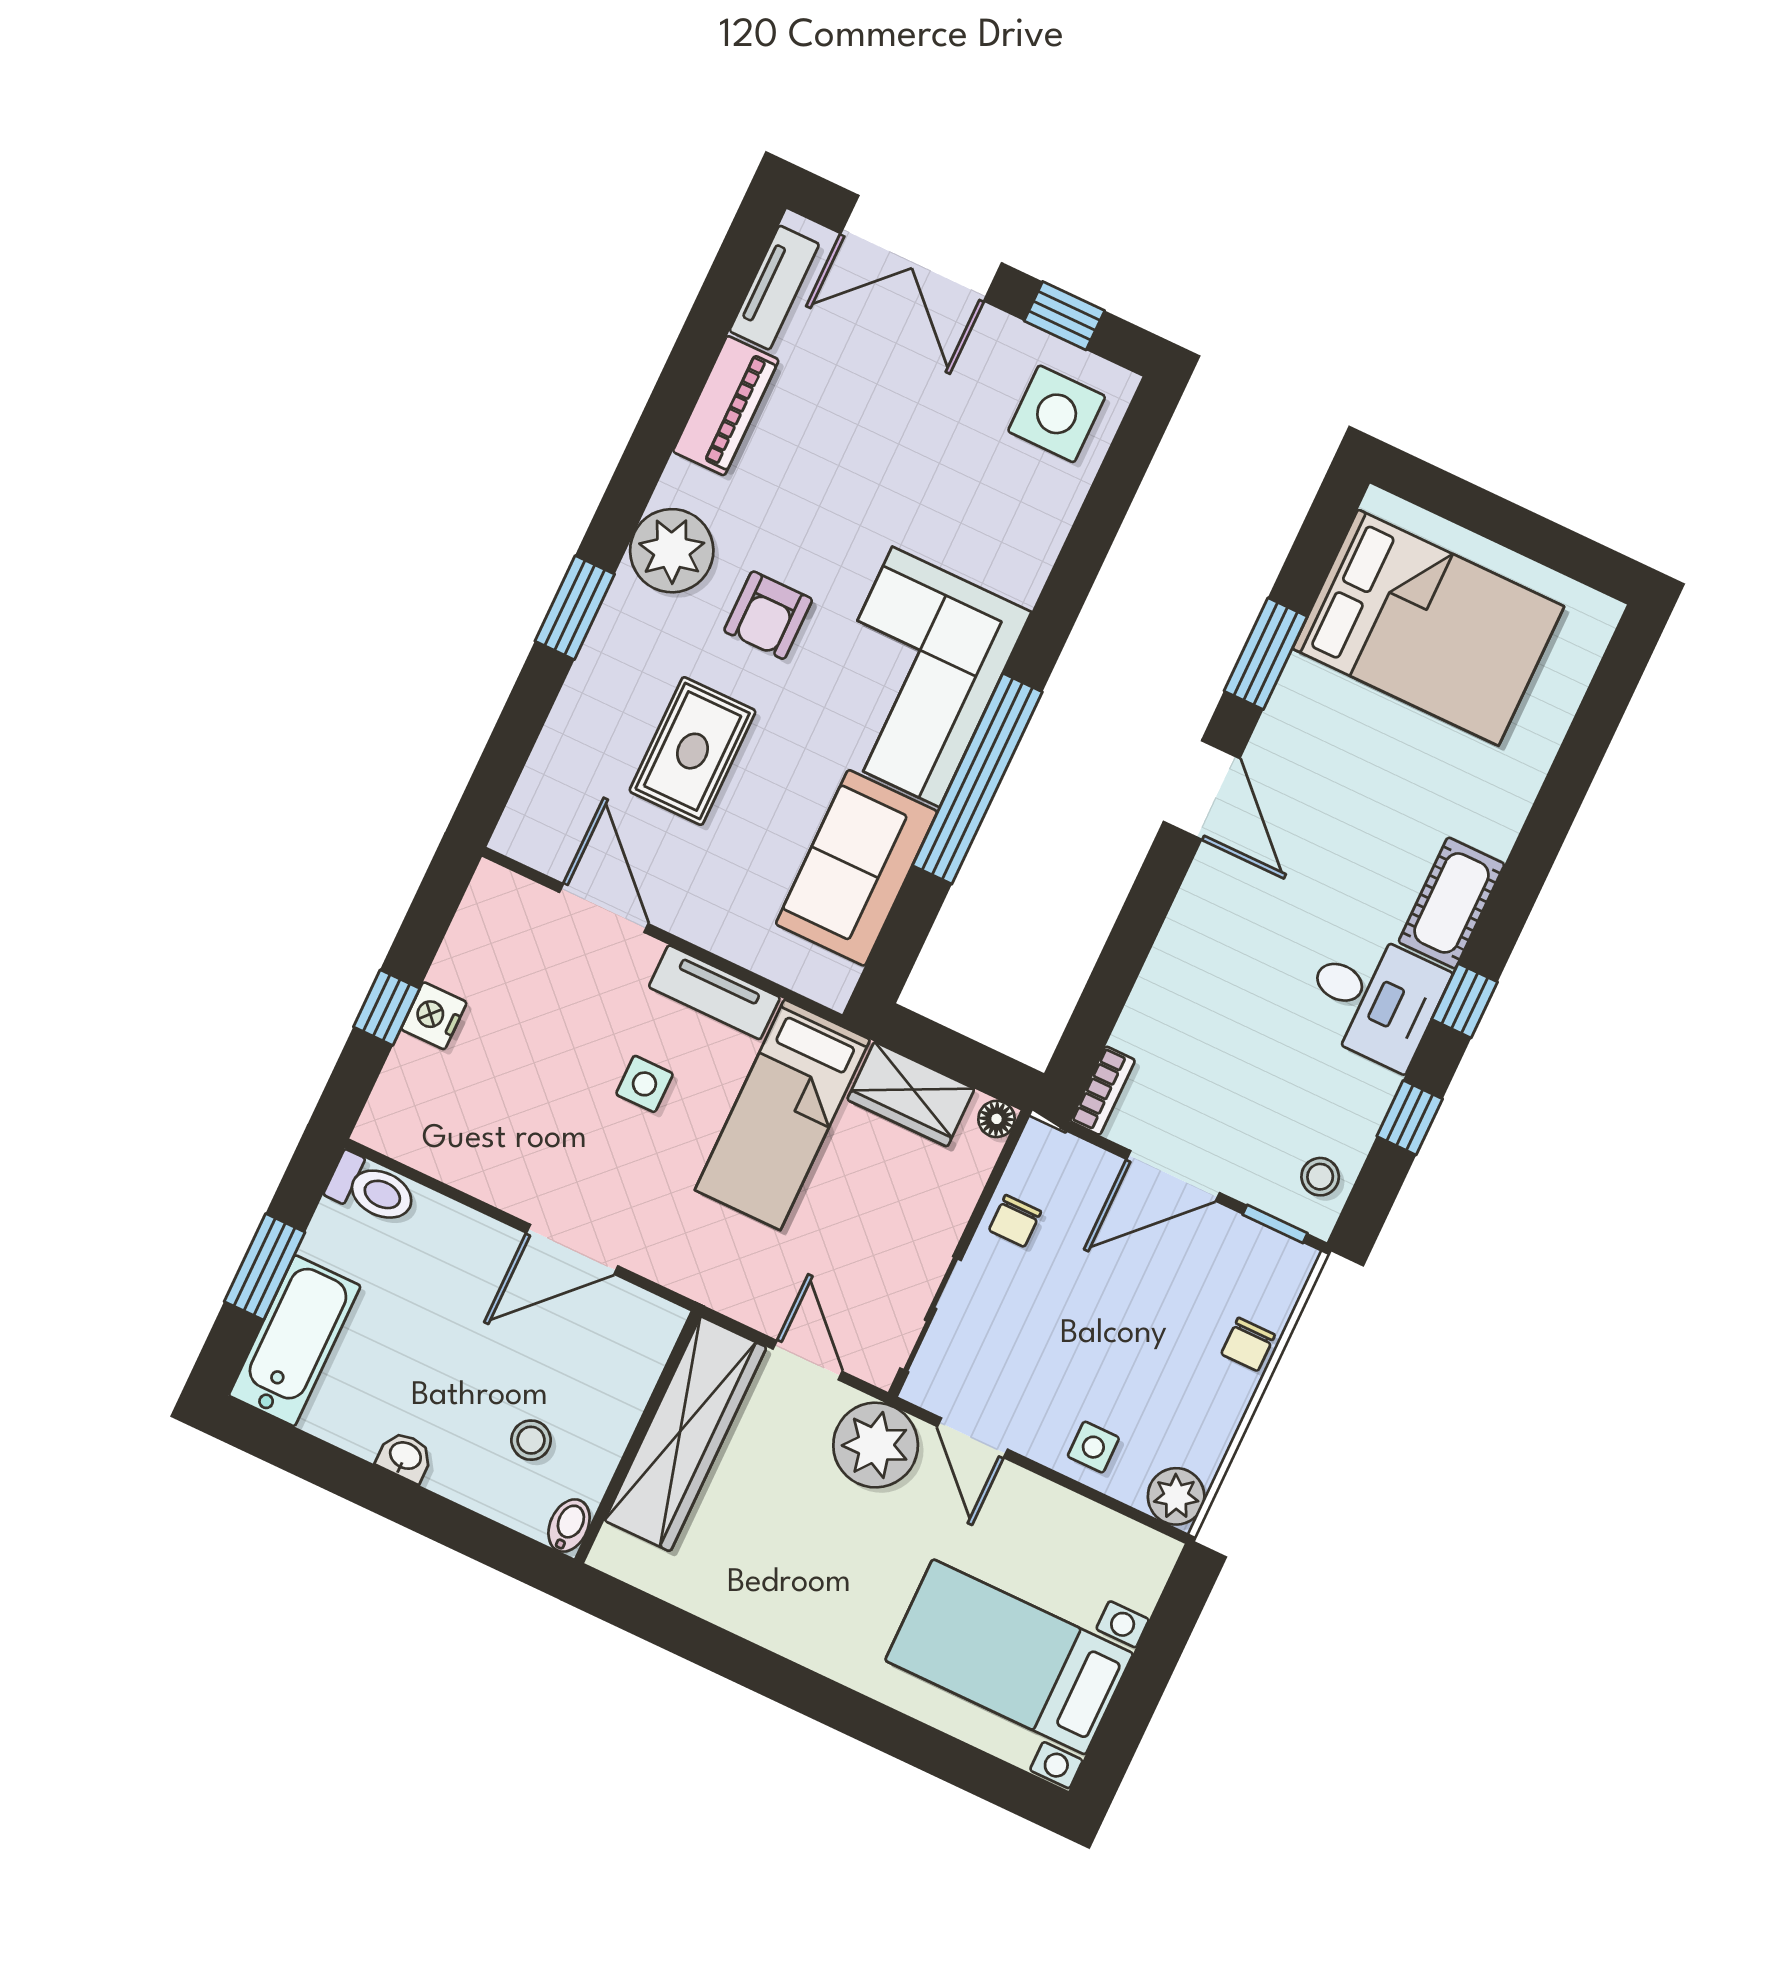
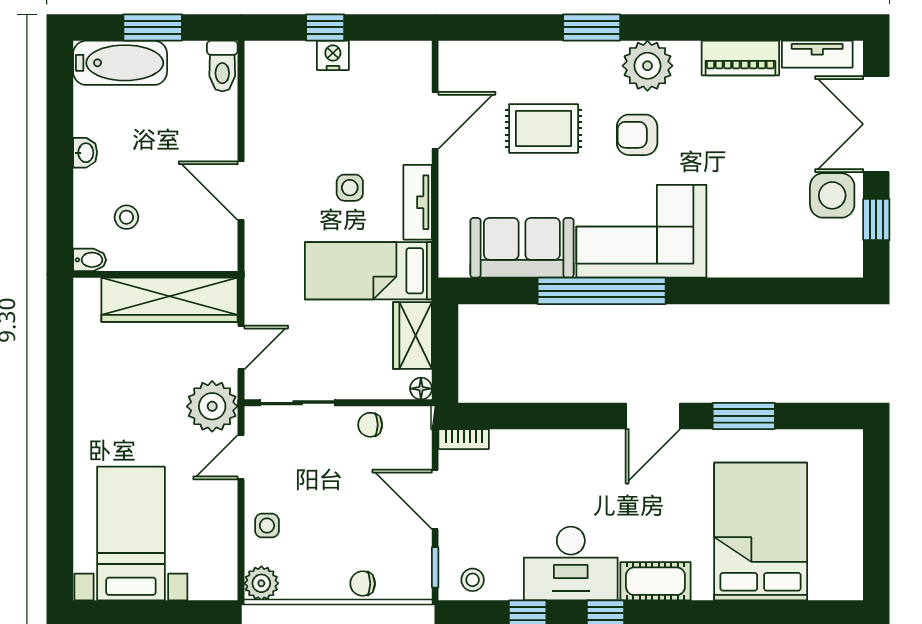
side table: (1057, 414) -> (832, 195), moved
bed: (1428, 628) -> (761, 532), moved, turned 180
desk: (1374, 998) -> (571, 563), width x1.37

